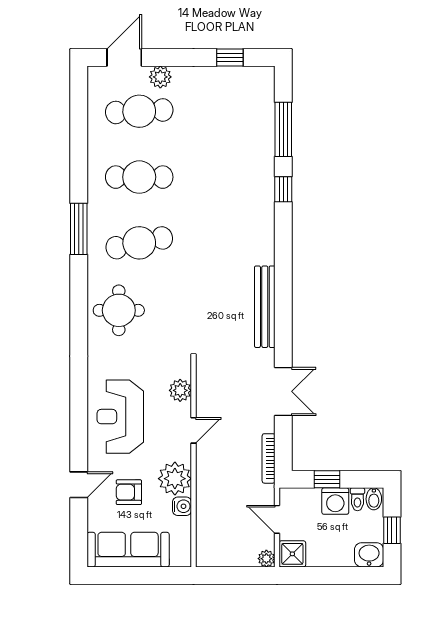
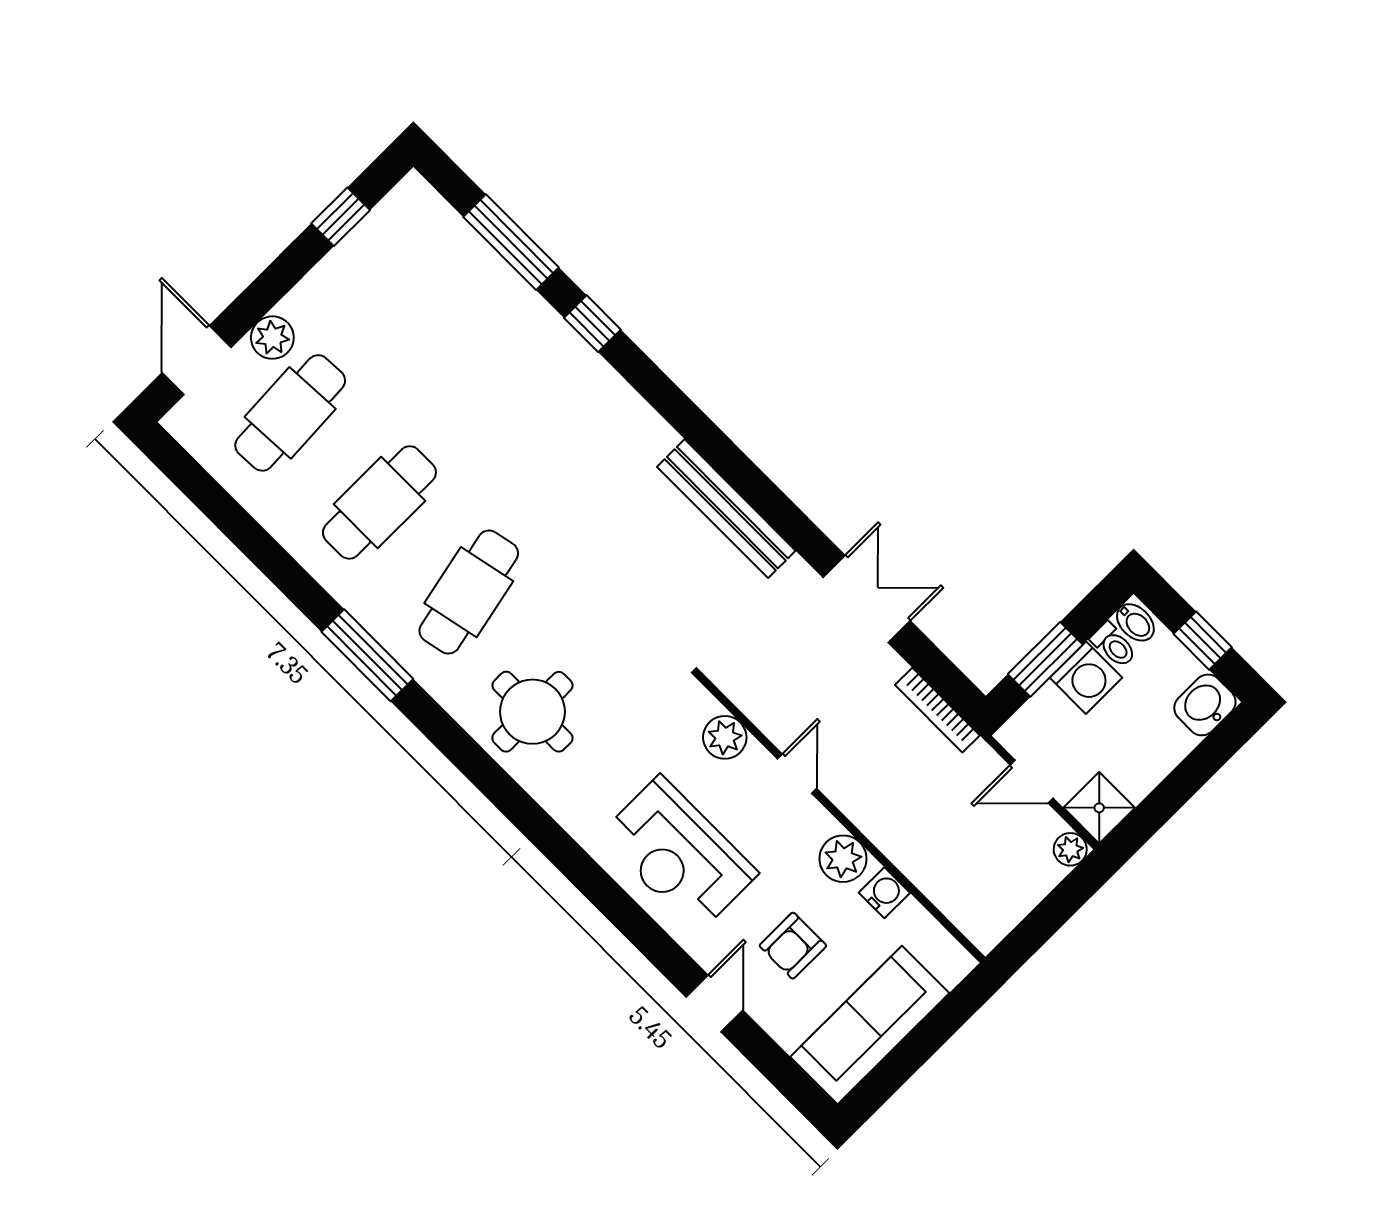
plant: (175, 479) -> (843, 859), width x0.73, depth x0.73
window: (327, 479) -> (1045, 659), width x1.50

